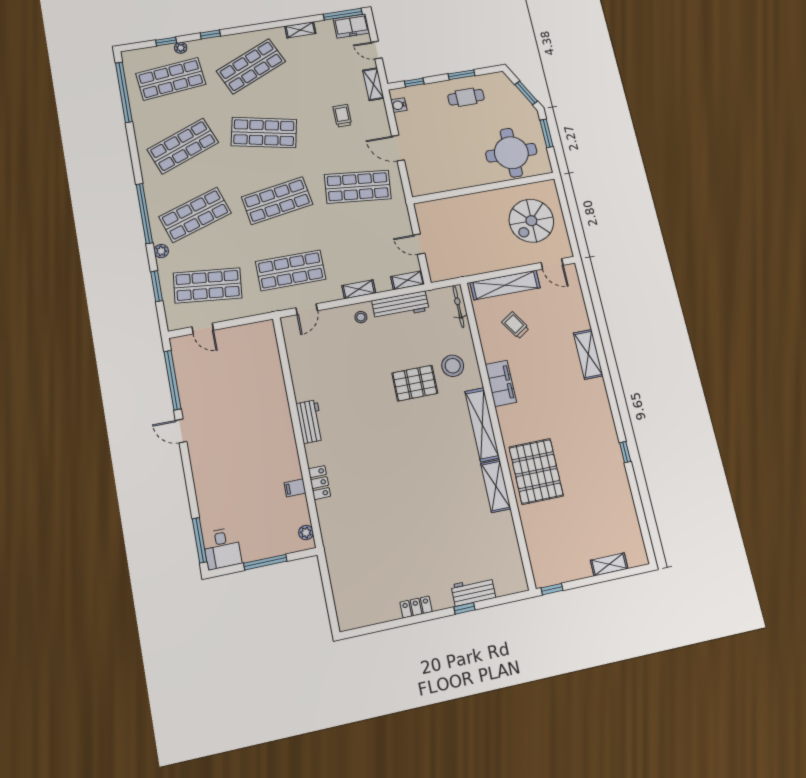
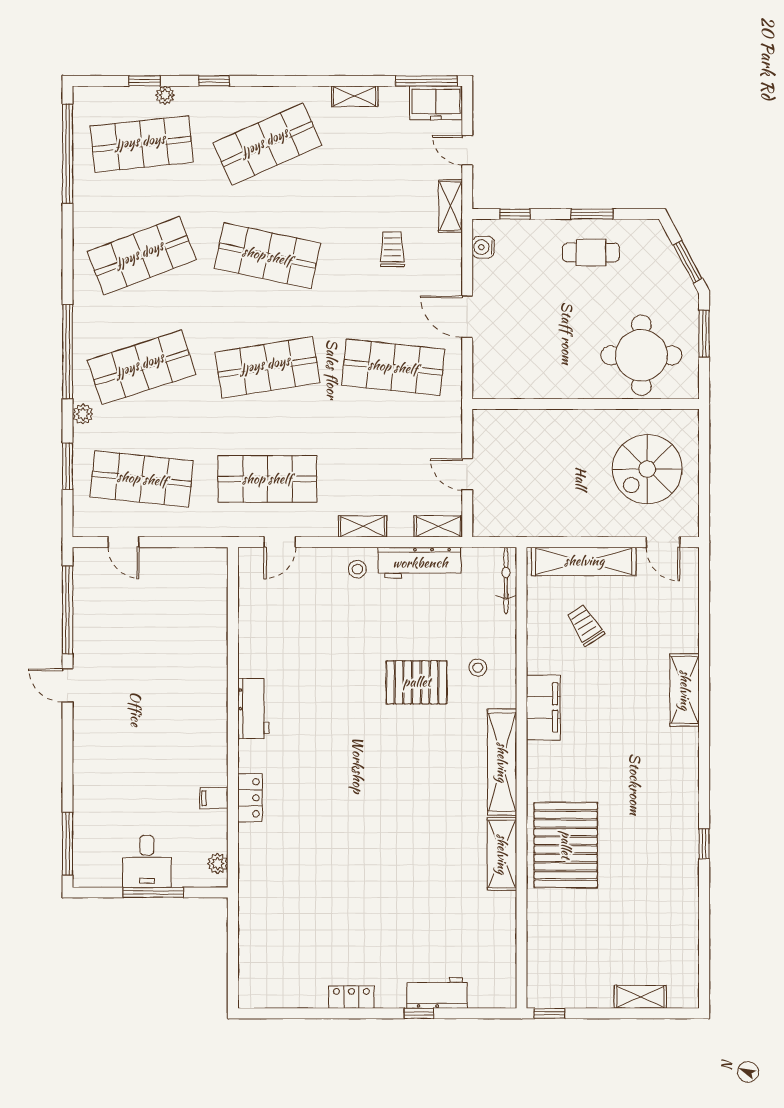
stool: (453, 366) -> (478, 668), width x0.53, depth x0.53
desk: (222, 548) -> (147, 861), moved

